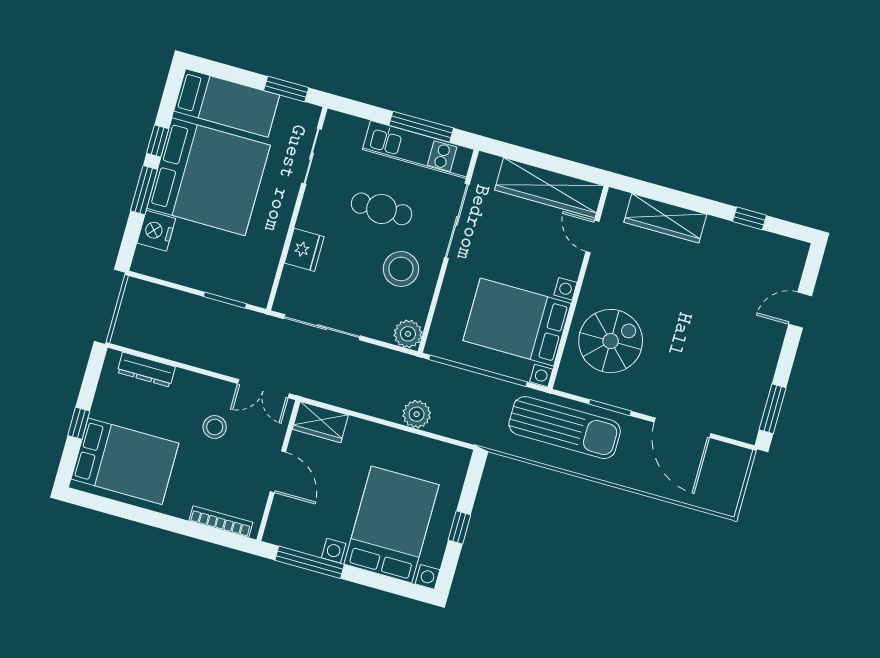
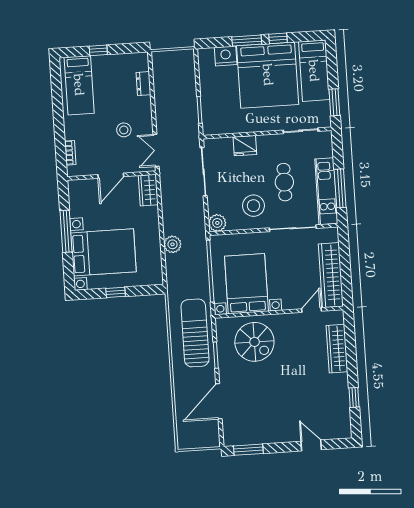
dresser: (146, 370) -> (143, 84), width x0.70
sun lounger: (565, 428) -> (195, 333), turned 180
bed: (125, 461) -> (79, 85), width x0.67
bookcase: (221, 521) -> (70, 153), width x0.64
window: (310, 562) -> (66, 231), moved

